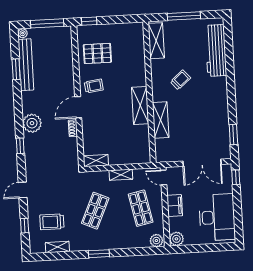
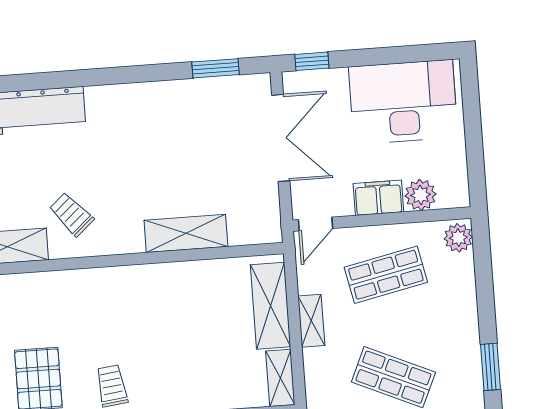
trolley: (180, 80) -> (72, 214), moved
shelving: (140, 106) -> (271, 306), moved, turned 90
plant: (176, 239) -> (420, 195), moved

